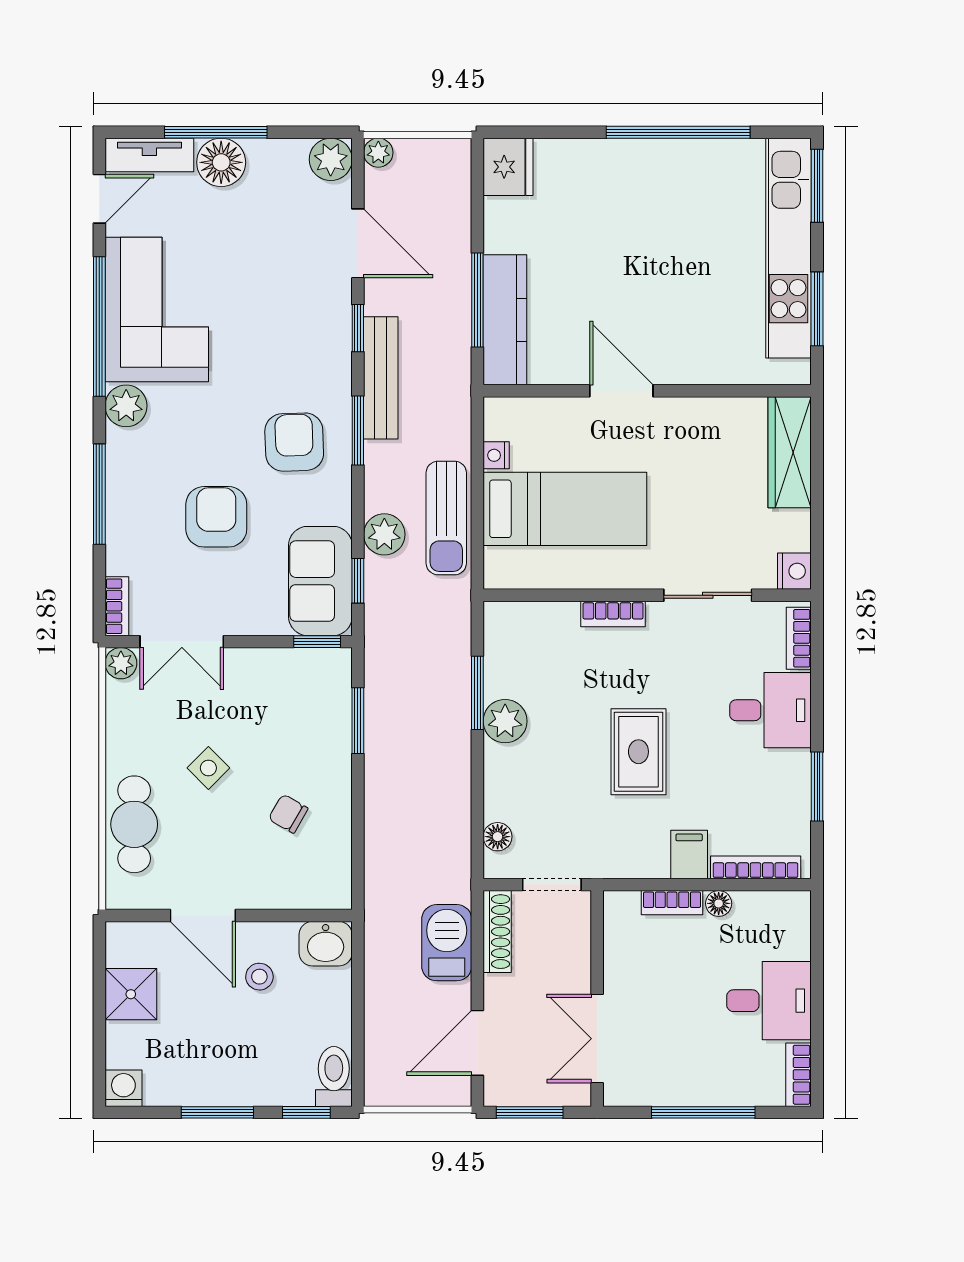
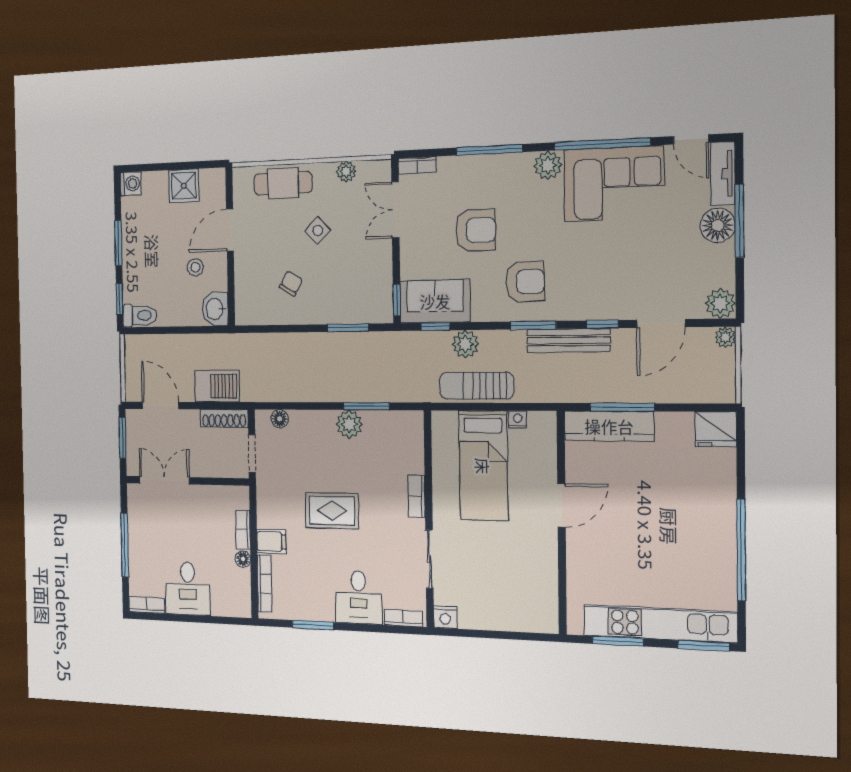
wardrobe: (790, 452) -> (522, 618), removed
plant: (121, 663) -> (346, 172), moved

